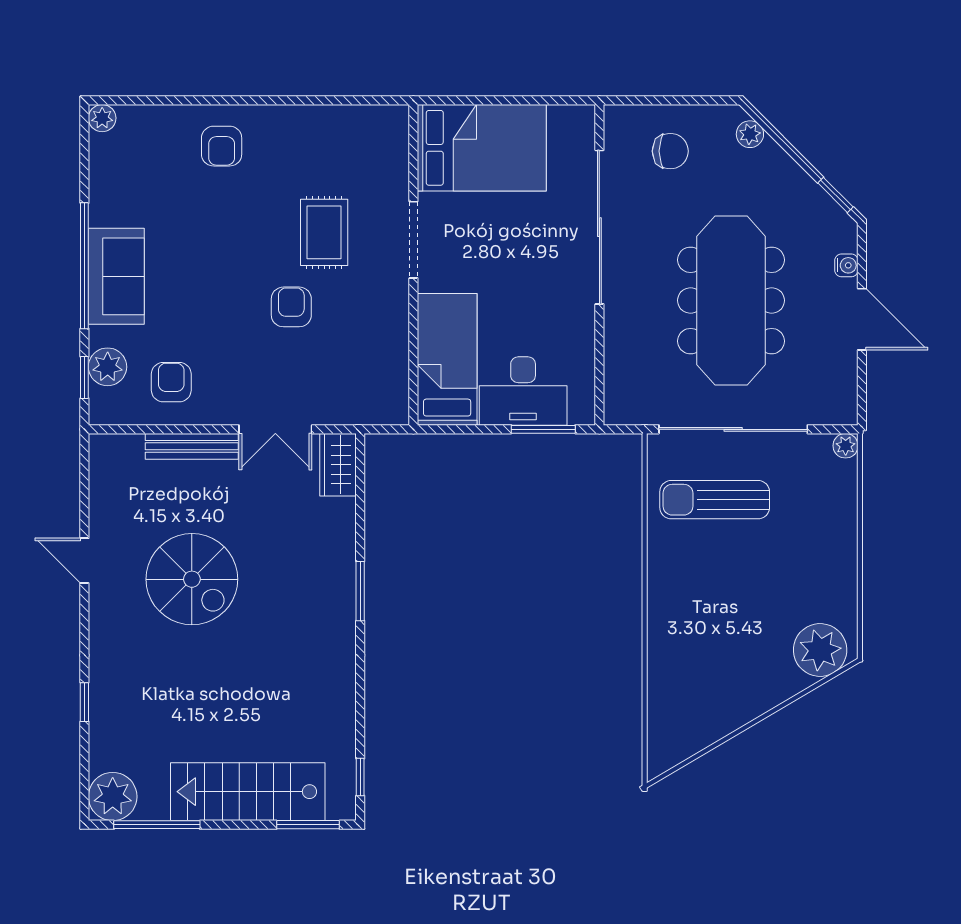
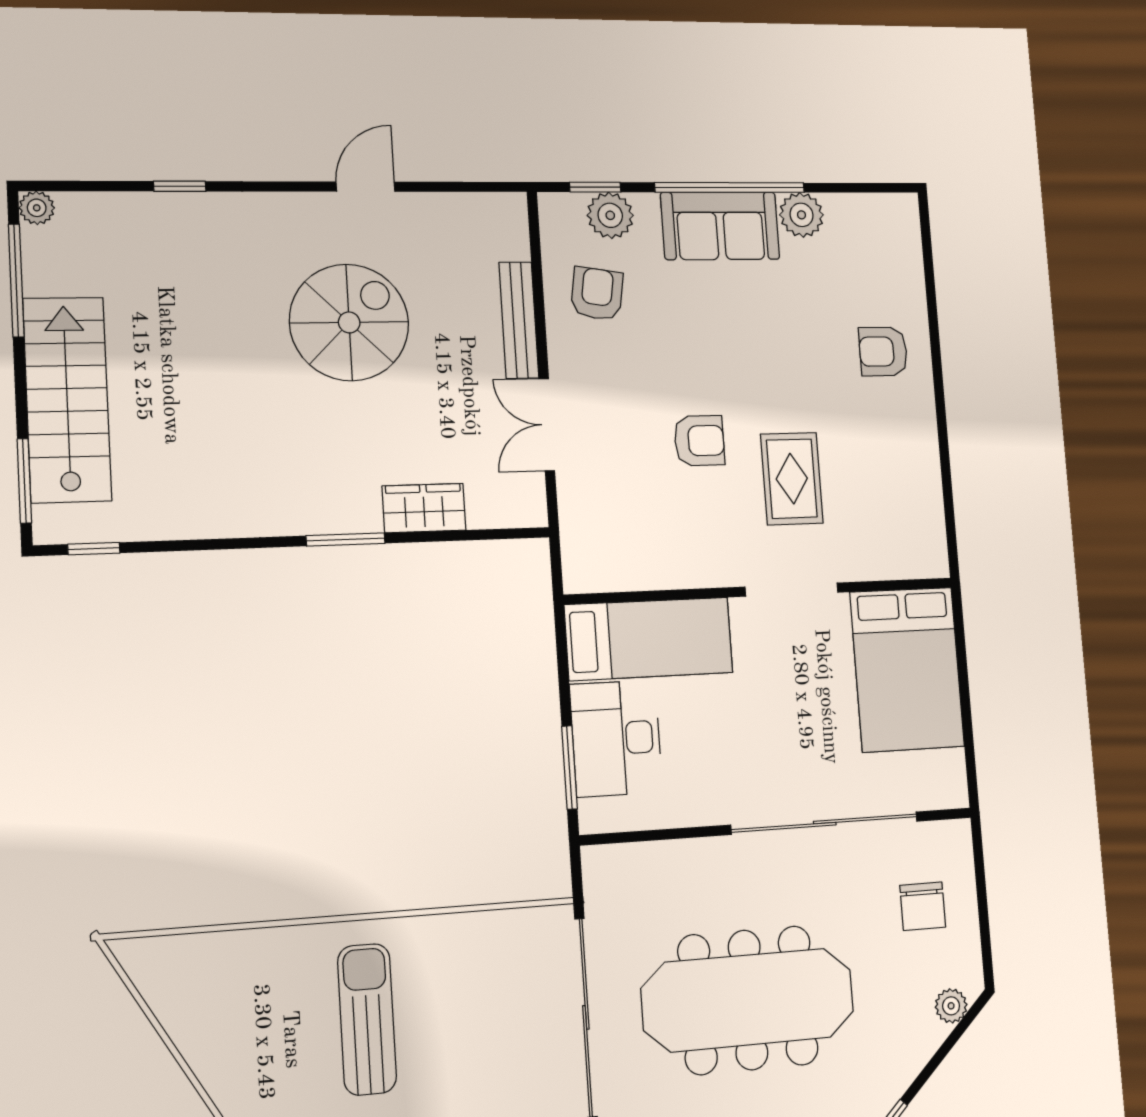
plant: (102, 118) -> (802, 215), moved, width x1.38, depth x1.38
rug: (324, 232) -> (792, 479), turned 90
armchair: (171, 382) -> (597, 294), turned -81
wardrobe: (338, 465) -> (424, 508), moved
sun lounger: (715, 500) -> (367, 1019), moved
spiral stairs: (192, 579) -> (349, 322), turned 180
plant: (113, 797) -> (37, 208), width x0.53, depth x0.53

